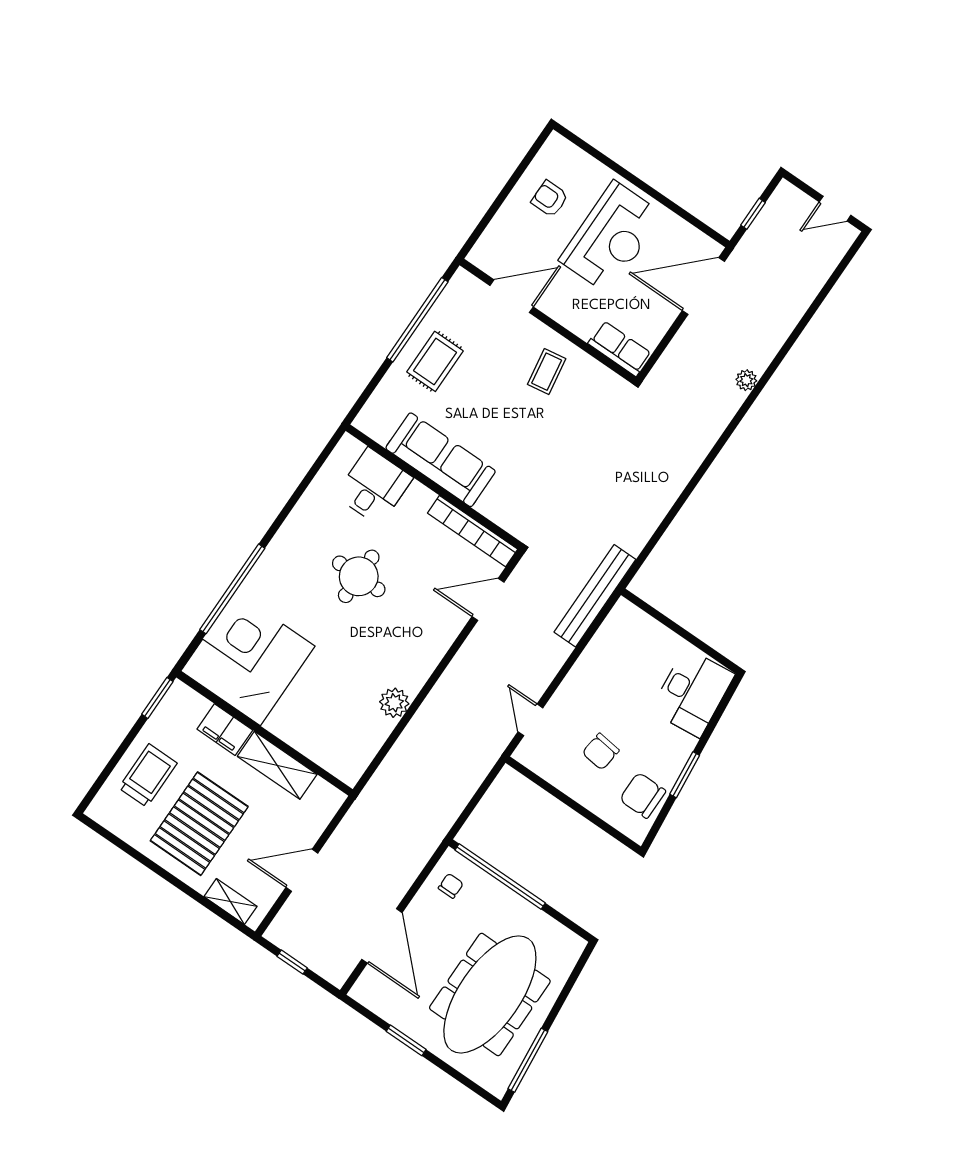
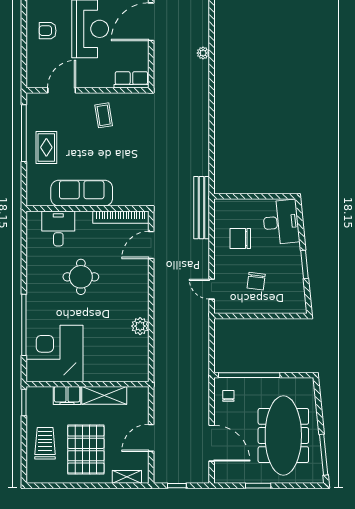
chair: (643, 795) -> (240, 238), moved

